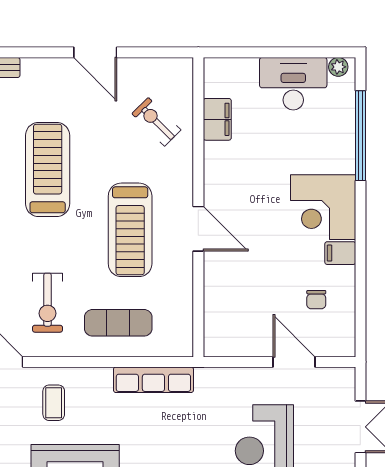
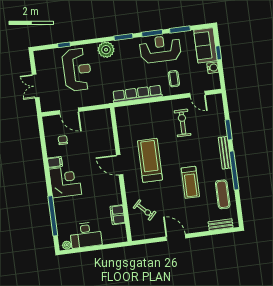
treadmill: (48, 170) -> (190, 182), width x0.73, depth x0.73
exercise mat: (118, 323) -> (150, 118), removed
row of seats: (153, 380) -> (137, 94), width x1.36

